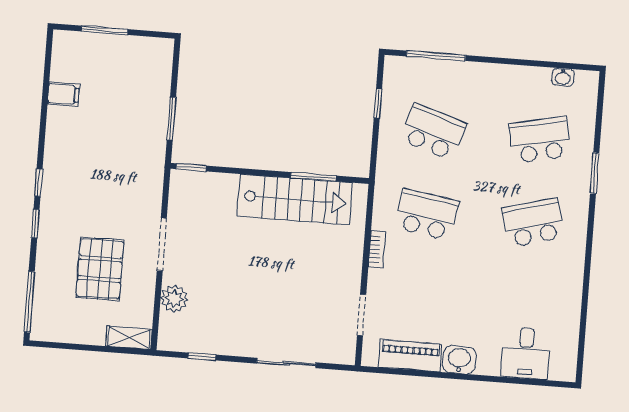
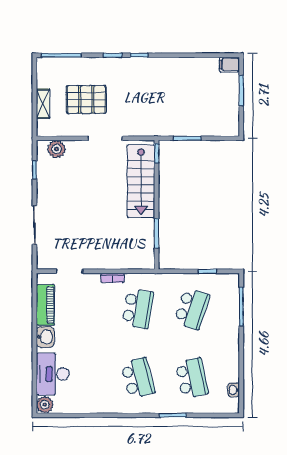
filing cabinet: (63, 94) -> (229, 65), moved, turned 90
stairs: (295, 199) -> (141, 181), moved
plant: (174, 299) -> (57, 149), moved
shelving: (129, 338) -> (43, 104), moved
desk: (526, 353) -> (53, 374), width x1.37
plant: (563, 368) -> (45, 405), added

